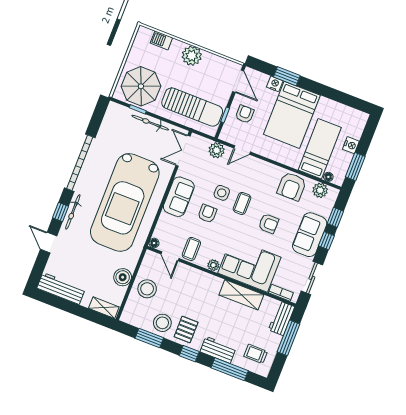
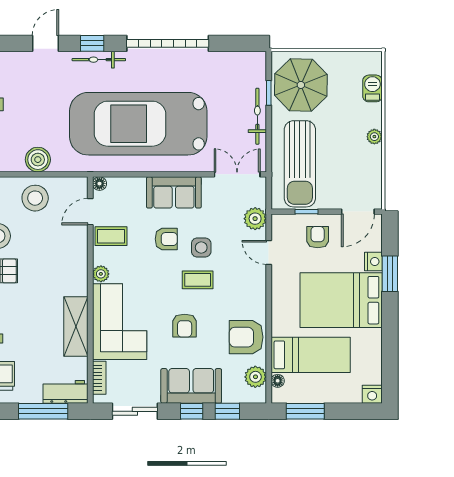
plant: (192, 56) -> (374, 137), width x0.53, depth x0.53
armchair: (245, 114) -> (318, 237), turned -90
nightstand: (351, 145) -> (372, 394), moved

